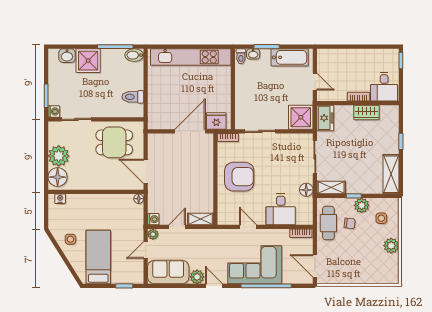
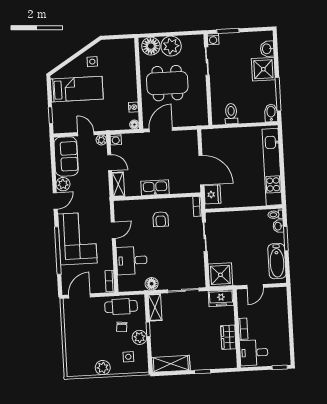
dining table: (114, 142) -> (167, 83), moved, width x1.38
armchair: (239, 177) -> (161, 219), width x0.53, depth x0.53
kitchen sink: (206, 181) -> (155, 188), added
nightstand: (60, 199) -> (133, 107), moved

